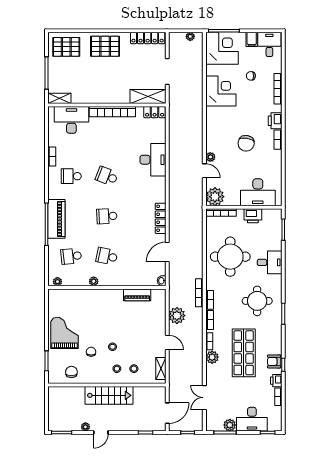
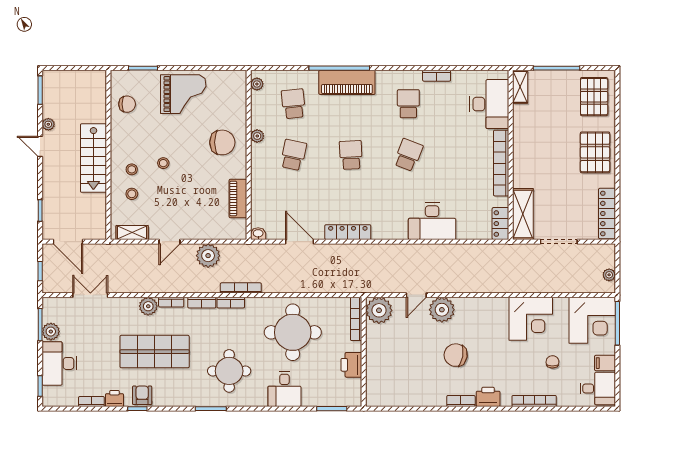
plant: (210, 157) -> (442, 310), width x1.87, depth x1.87
desk: (258, 192) -> (385, 372), removed
chair: (91, 352) -> (222, 142), moved, width x1.87, depth x1.87

